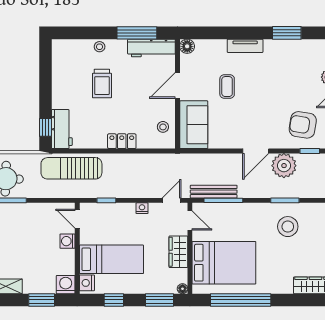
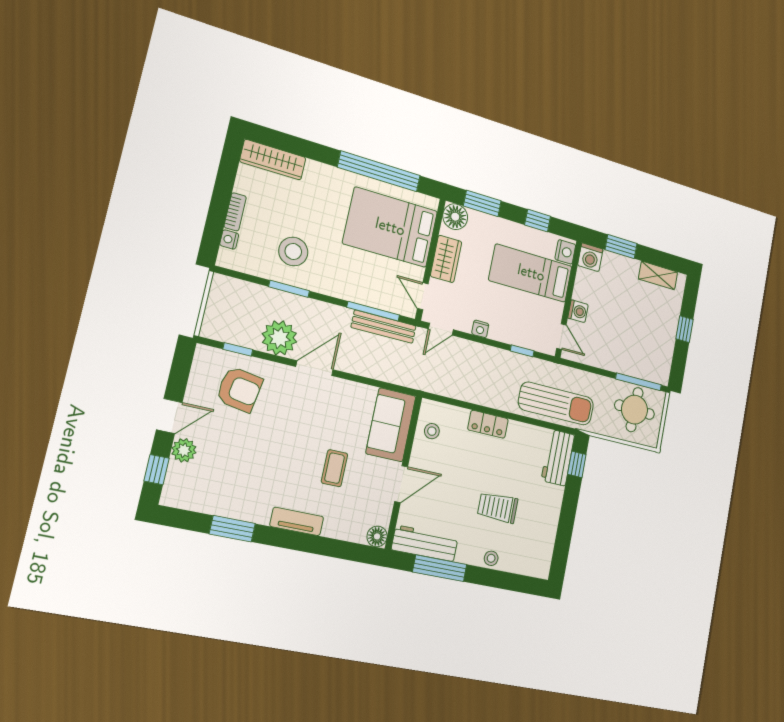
trolley: (102, 84) -> (498, 507), turned -90
floor lamp: (183, 289) -> (455, 217), width x1.89, depth x1.89

